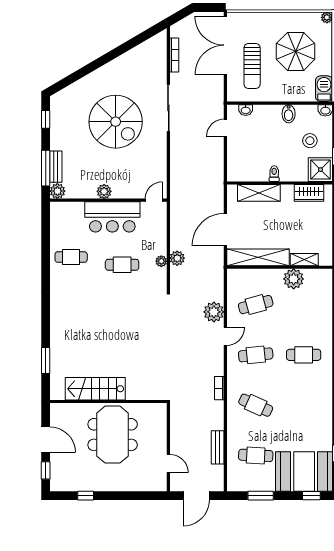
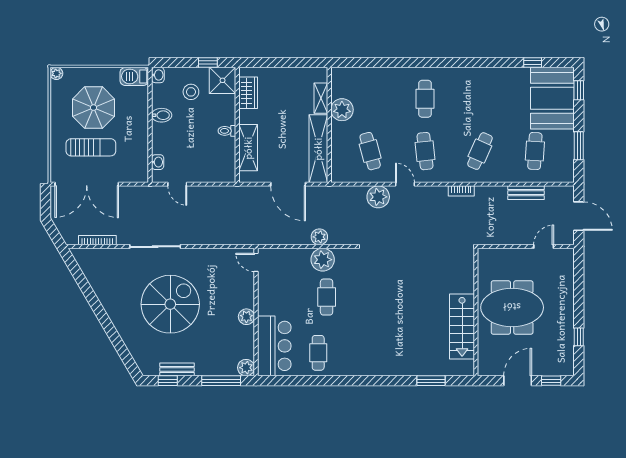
sun lounger: (252, 66) -> (91, 147), moved
bench: (56, 167) -> (177, 369), moved
bar counter: (112, 217) -> (274, 346), moved
plant: (161, 261) -> (323, 260), width x1.87, depth x1.87

